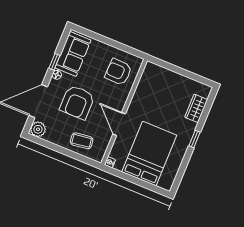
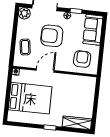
sofa: (73, 54) -> (93, 30), moved, turned 90
wardrobe: (196, 108) -> (77, 123), width x1.50

